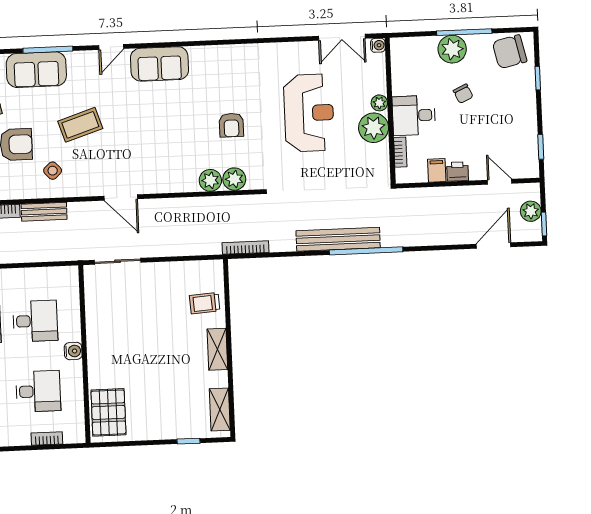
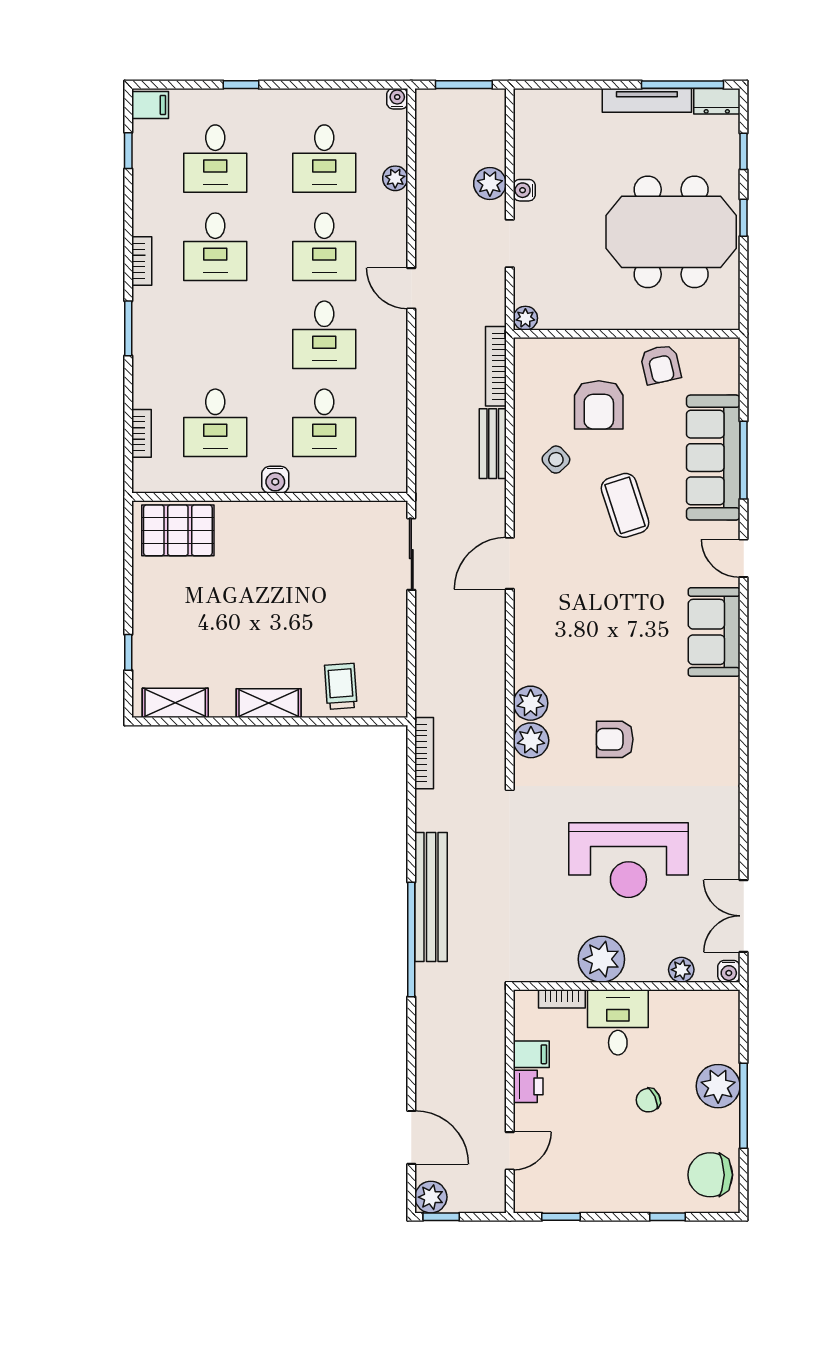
chair: (510, 52) -> (710, 1175), turned -77
sofa: (36, 70) -> (713, 458), width x1.36
plant: (379, 103) -> (681, 970), moved
plant: (531, 211) -> (431, 1197), moved

